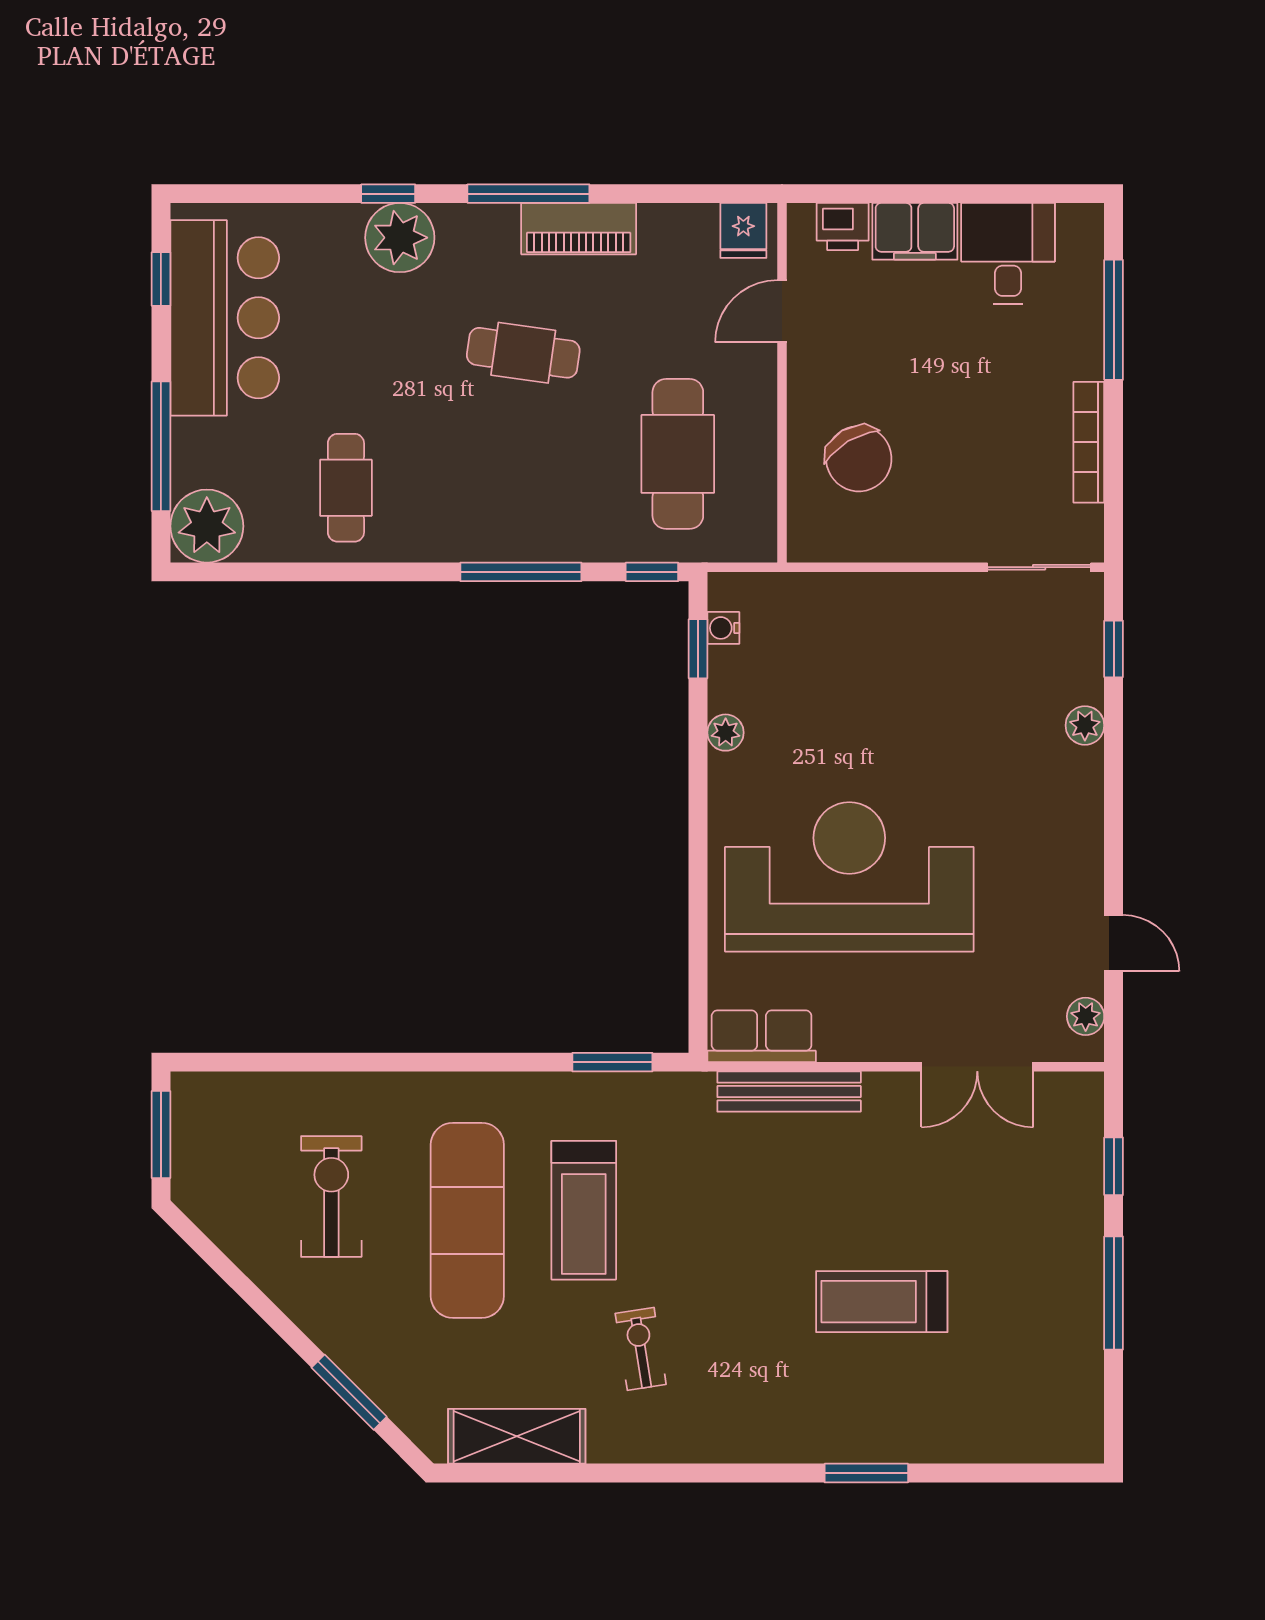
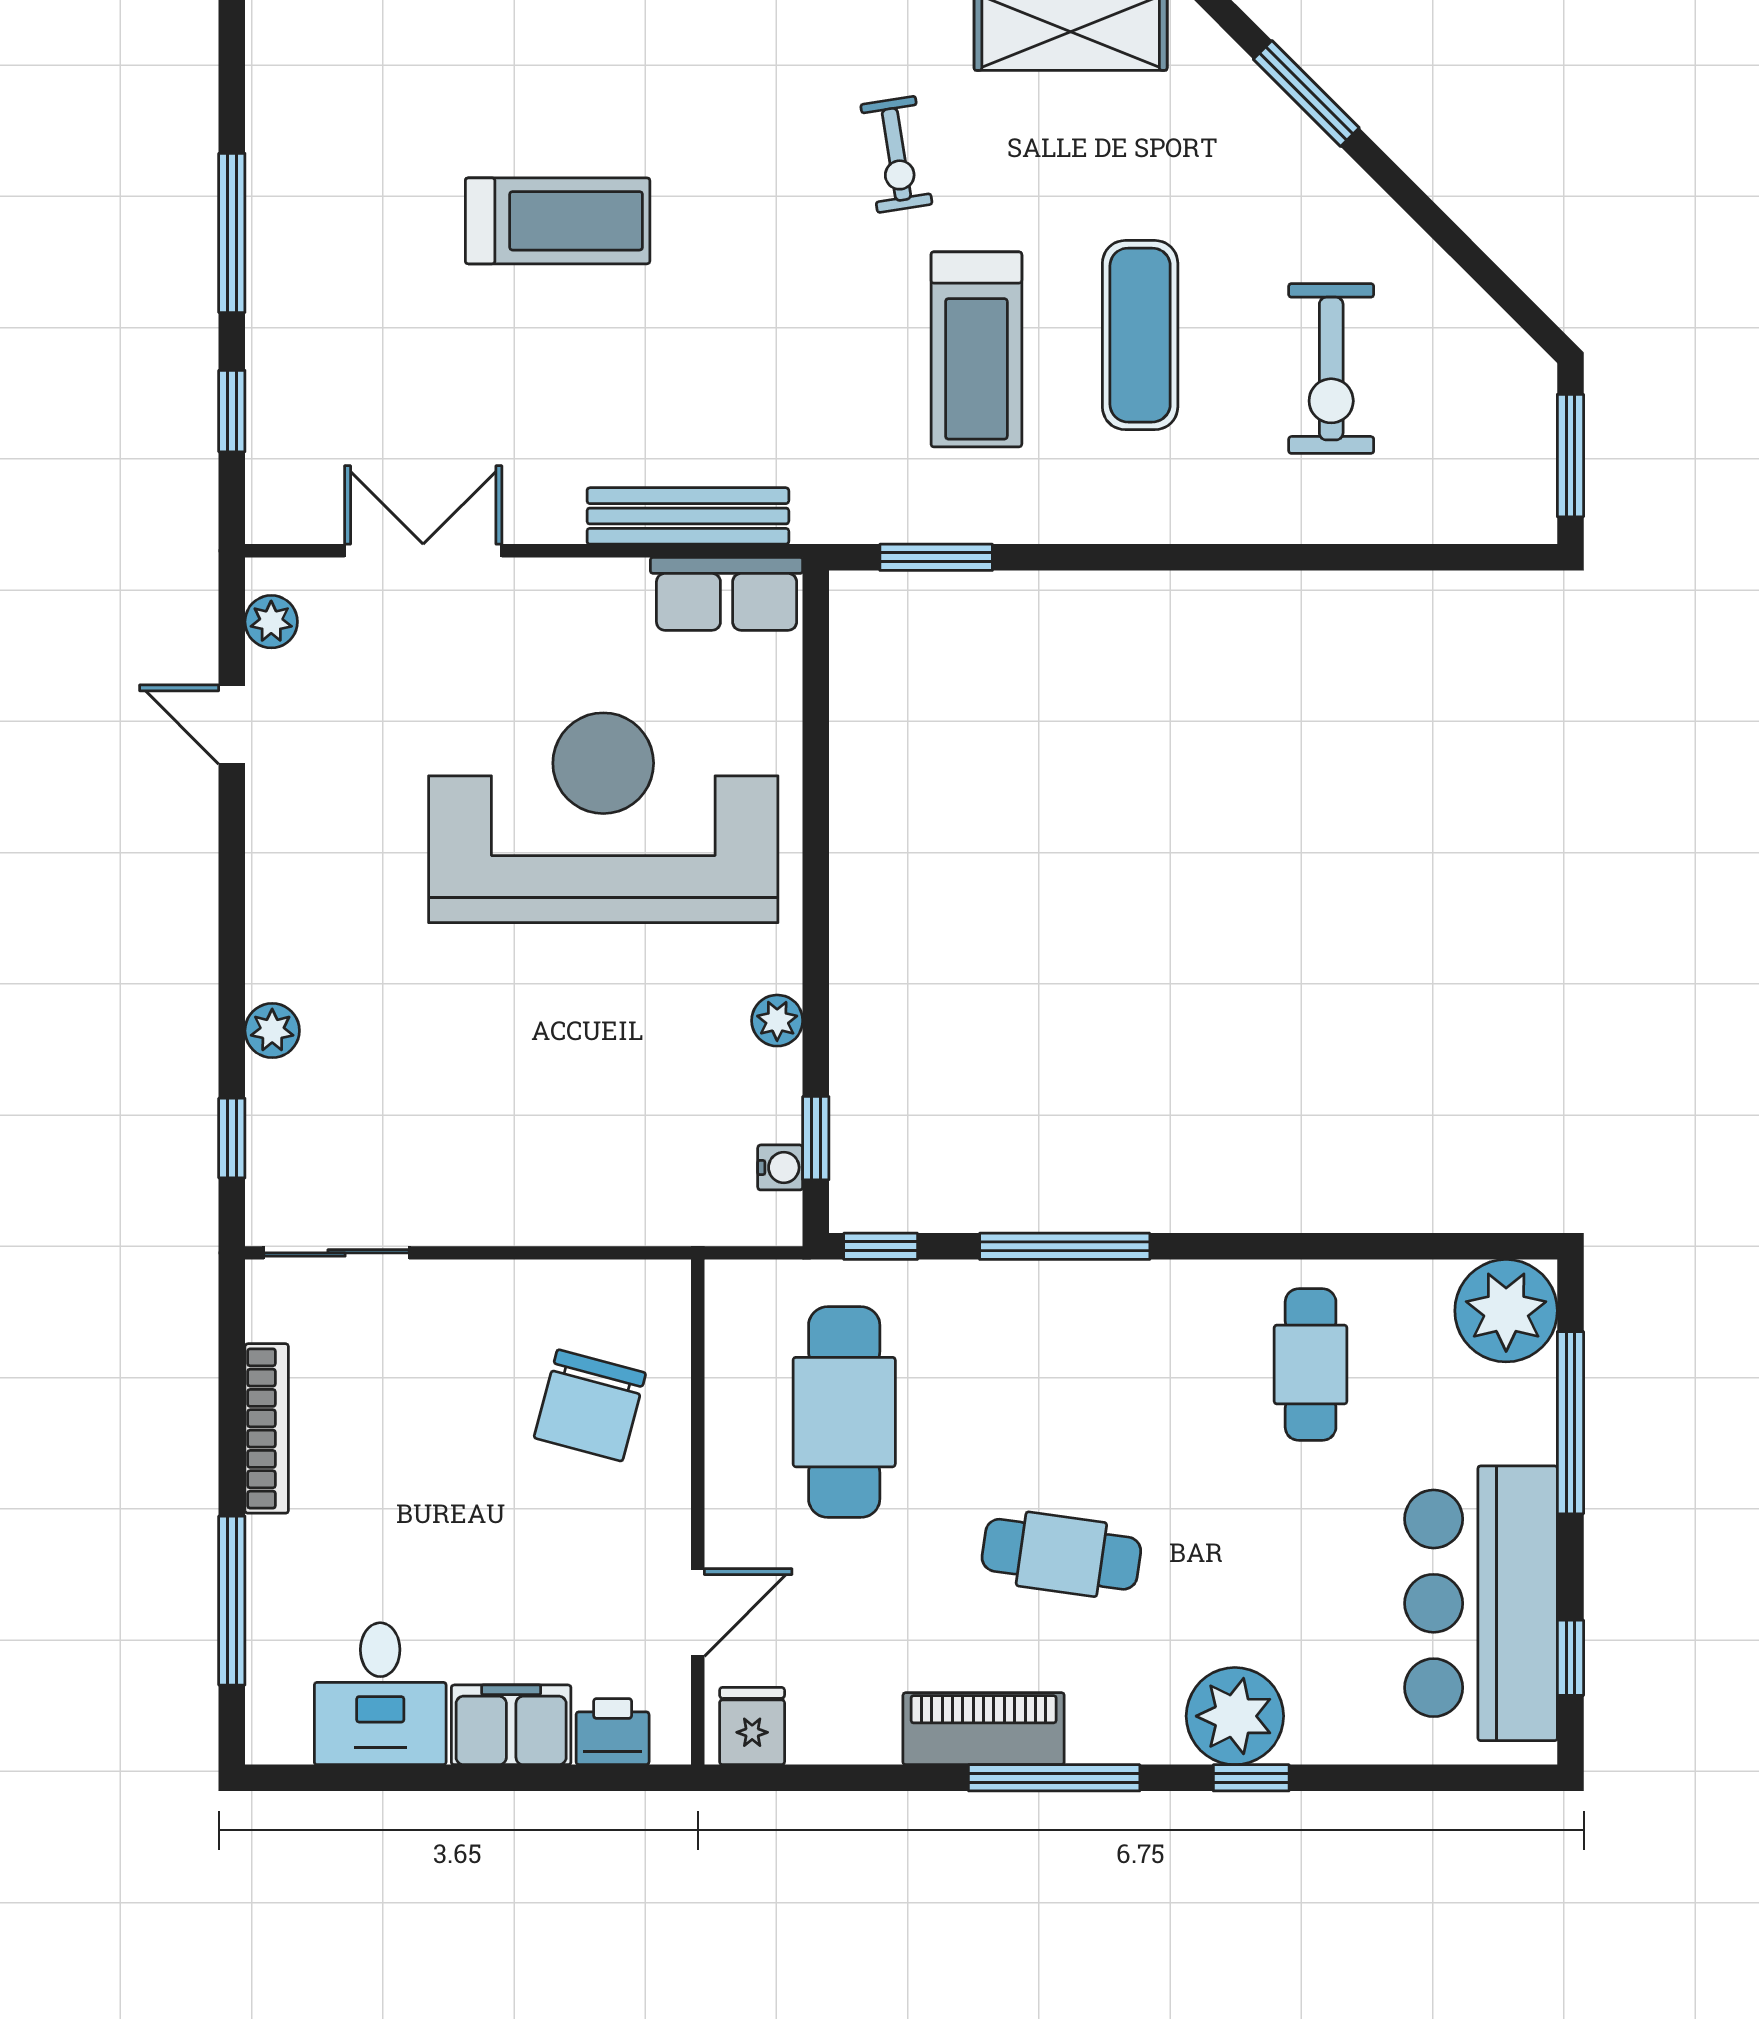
chair: (859, 459) -> (590, 1405), turned -134
reception desk: (849, 877) -> (603, 818), turned 180
treadmill: (584, 1210) -> (976, 349), turned 180
exercise mat: (467, 1220) -> (1140, 335), width x0.73, depth x0.69

